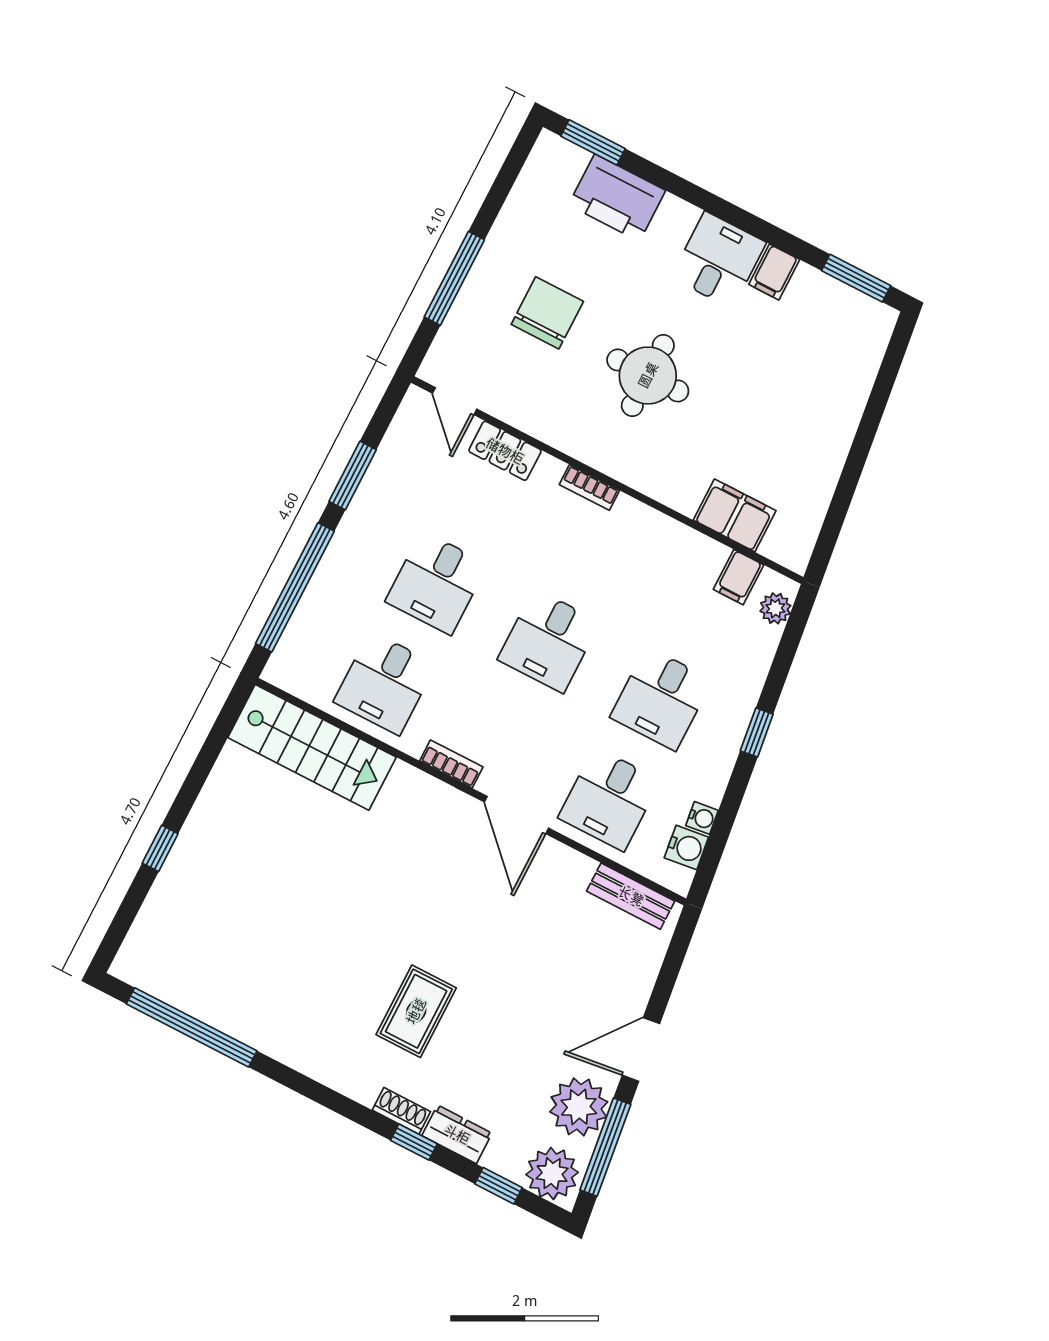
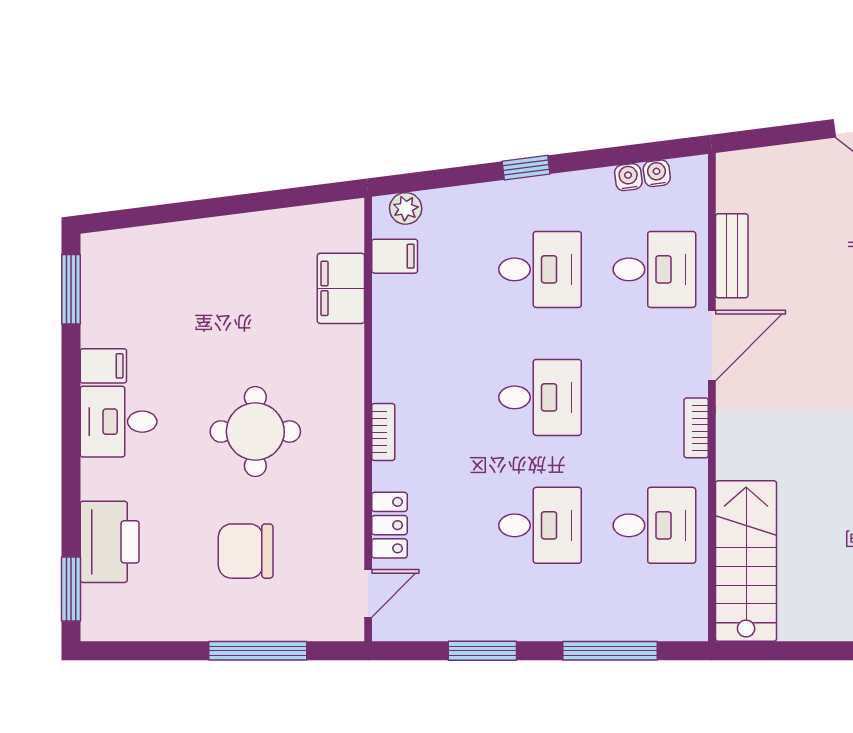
window: (295, 587) -> (610, 651), width x0.68
water cooler: (686, 847) -> (657, 173), width x0.72, depth x0.72
bench: (631, 896) -> (732, 256), moved

